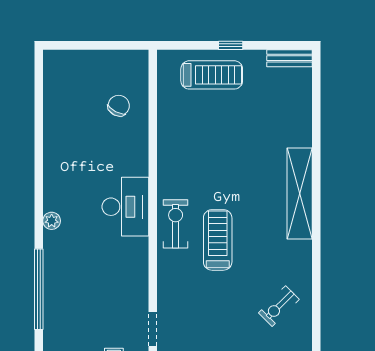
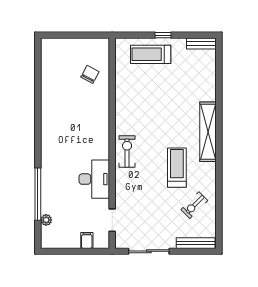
treadmill: (212, 75) -> (151, 54), turned 180
desk: (125, 207) -> (94, 179), moved
plant: (52, 221) -> (46, 220), moved
treadmill: (218, 240) -> (177, 168), moved

